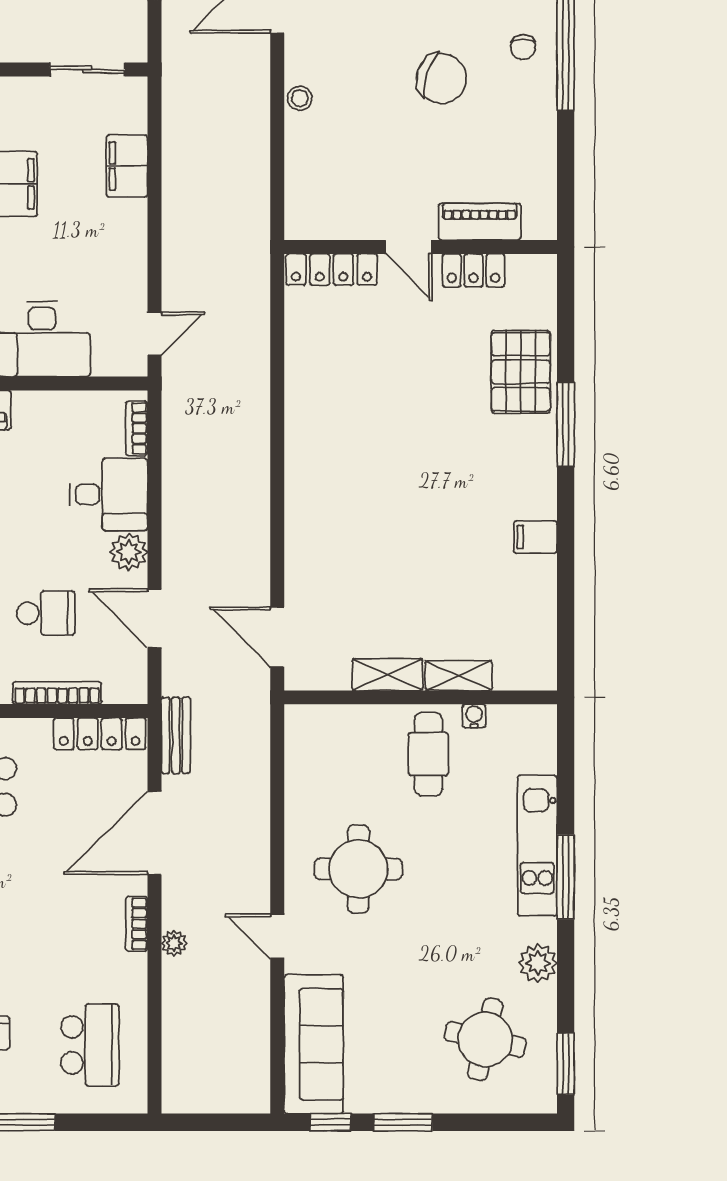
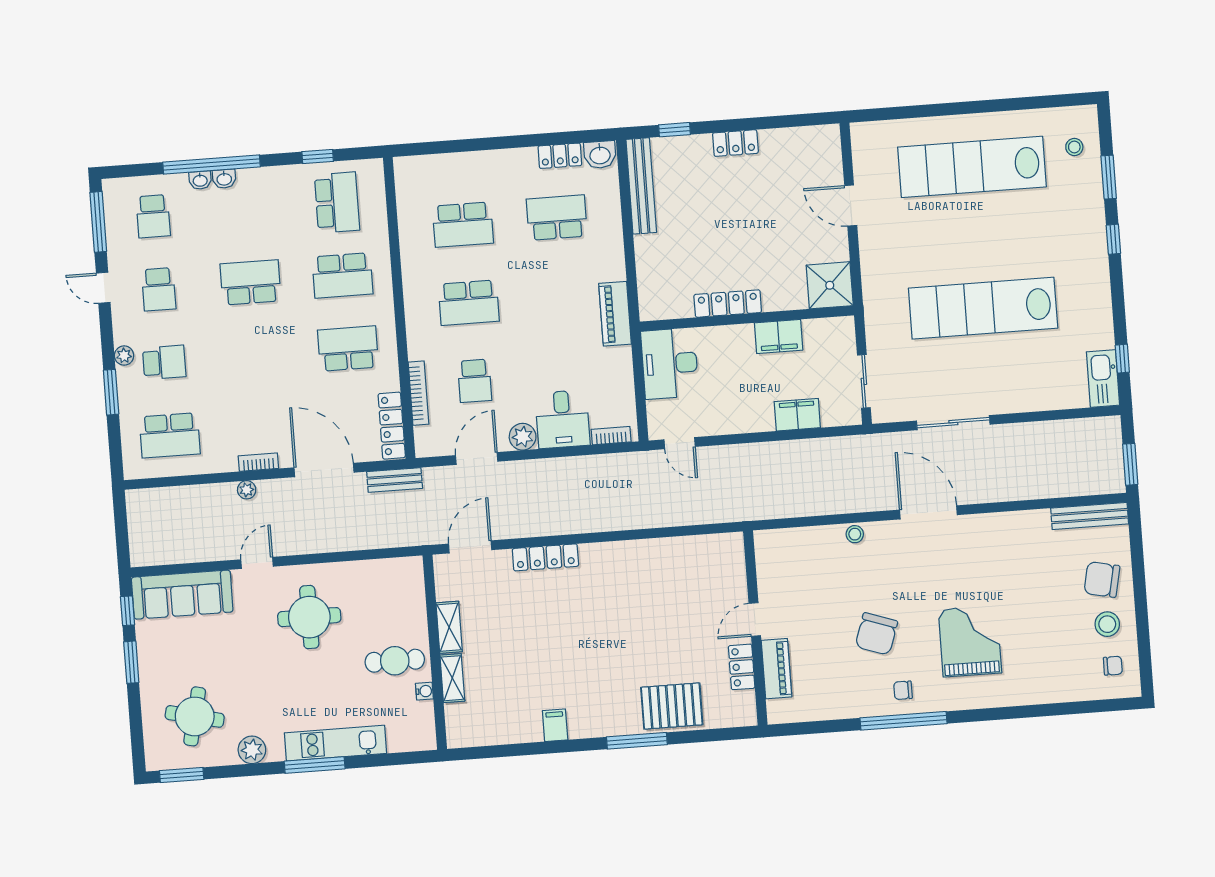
locker: (332, 269) -> (545, 557), moved, turned -90

